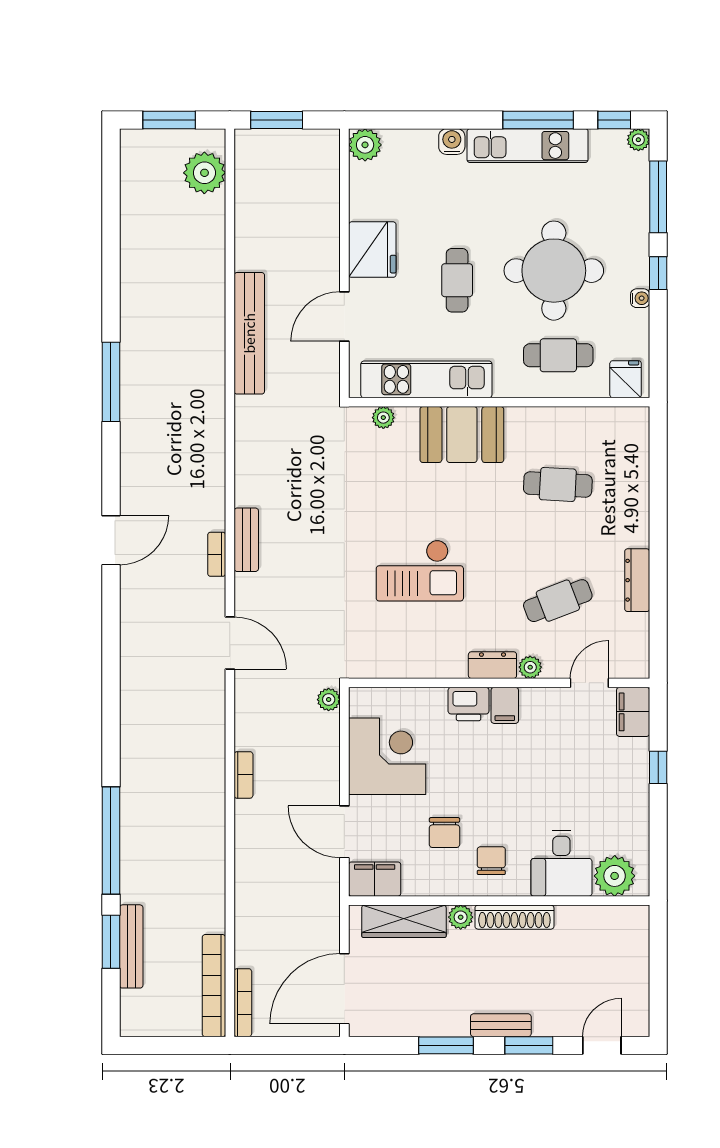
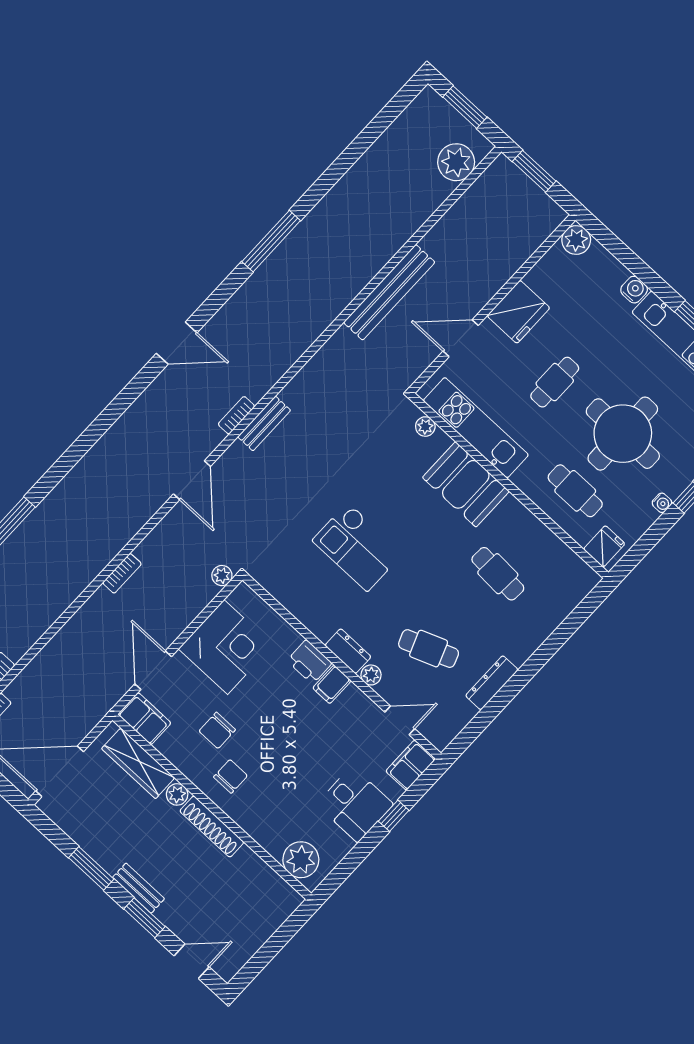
desk: (561, 864) -> (355, 804), moved, turned -90

